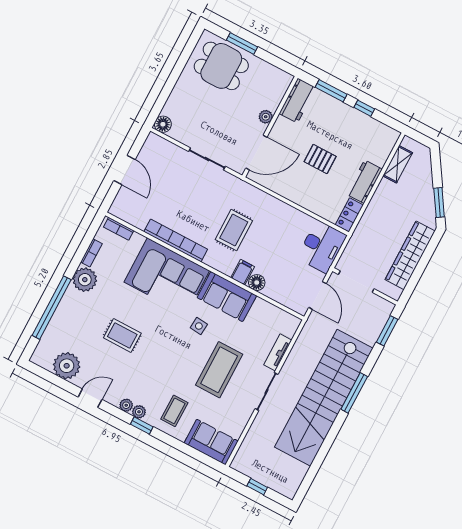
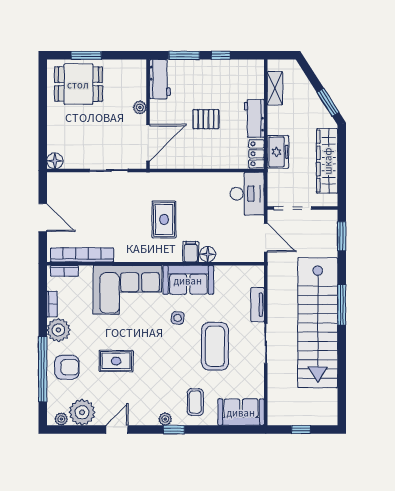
freezer: (370, 223) -> (278, 152), added
bookcase: (176, 240) -> (82, 255), moved
armchair: (74, 317) -> (67, 367), added
plant: (126, 405) -> (61, 419), moved

